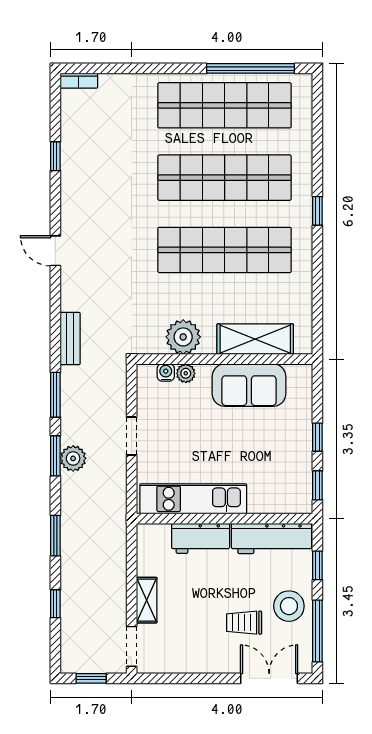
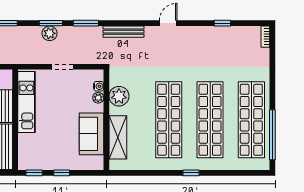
bench: (70, 338) -> (124, 32), width x1.36

